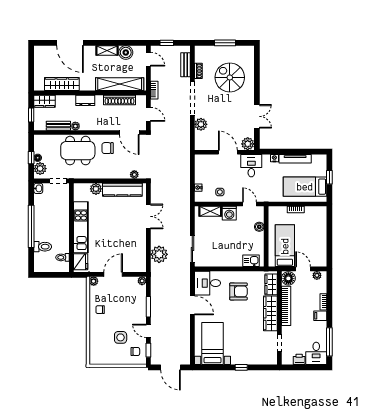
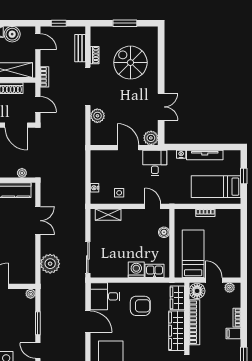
washing machine: (229, 213) -> (136, 270), moved, turned 180

